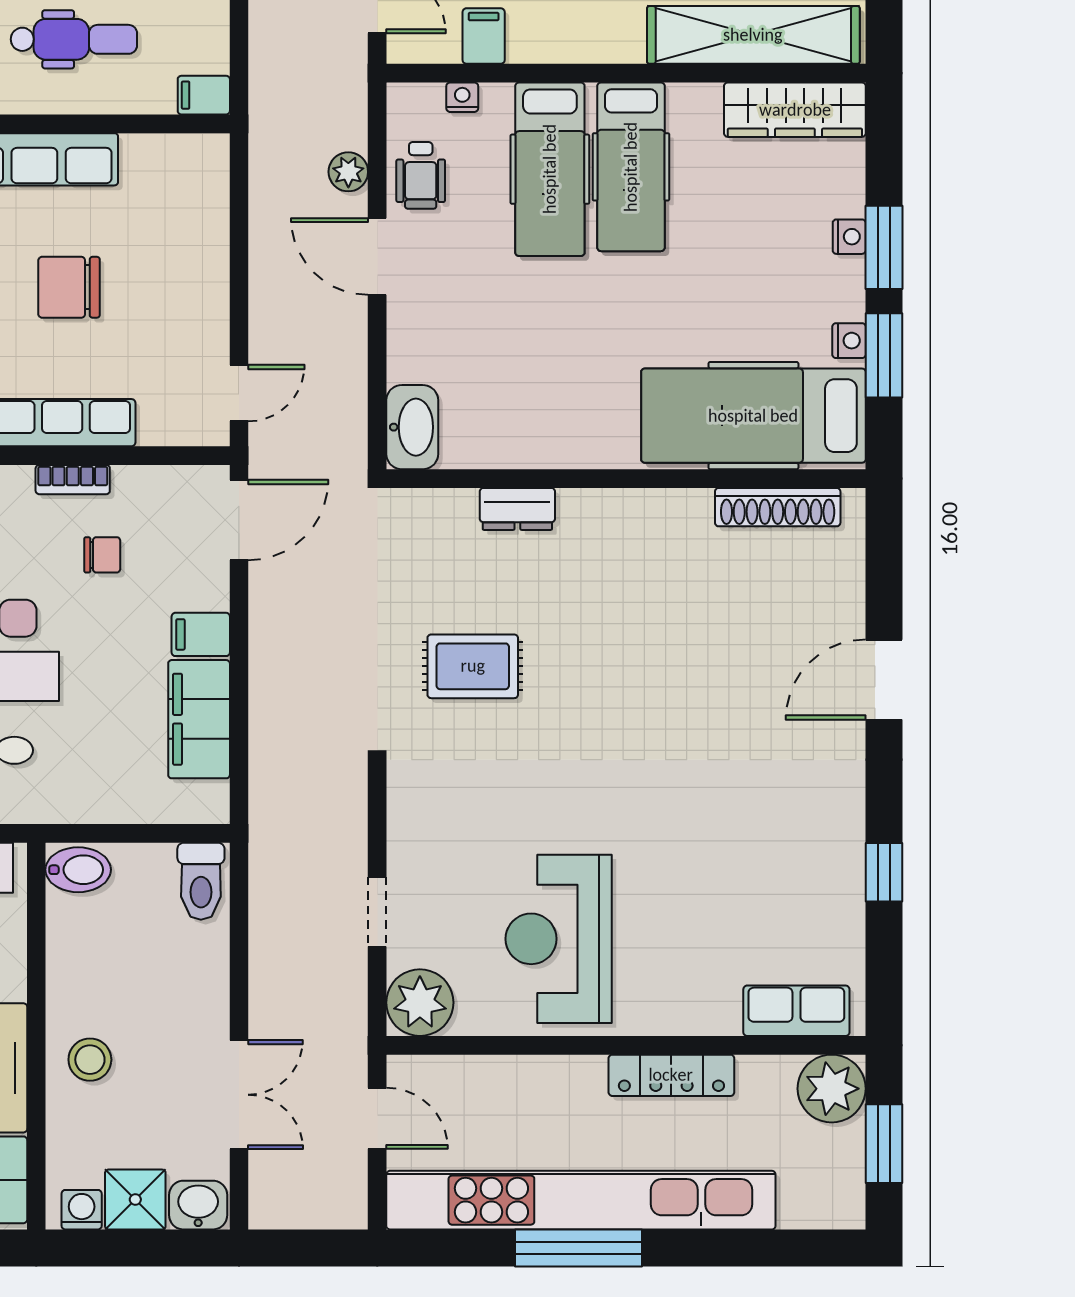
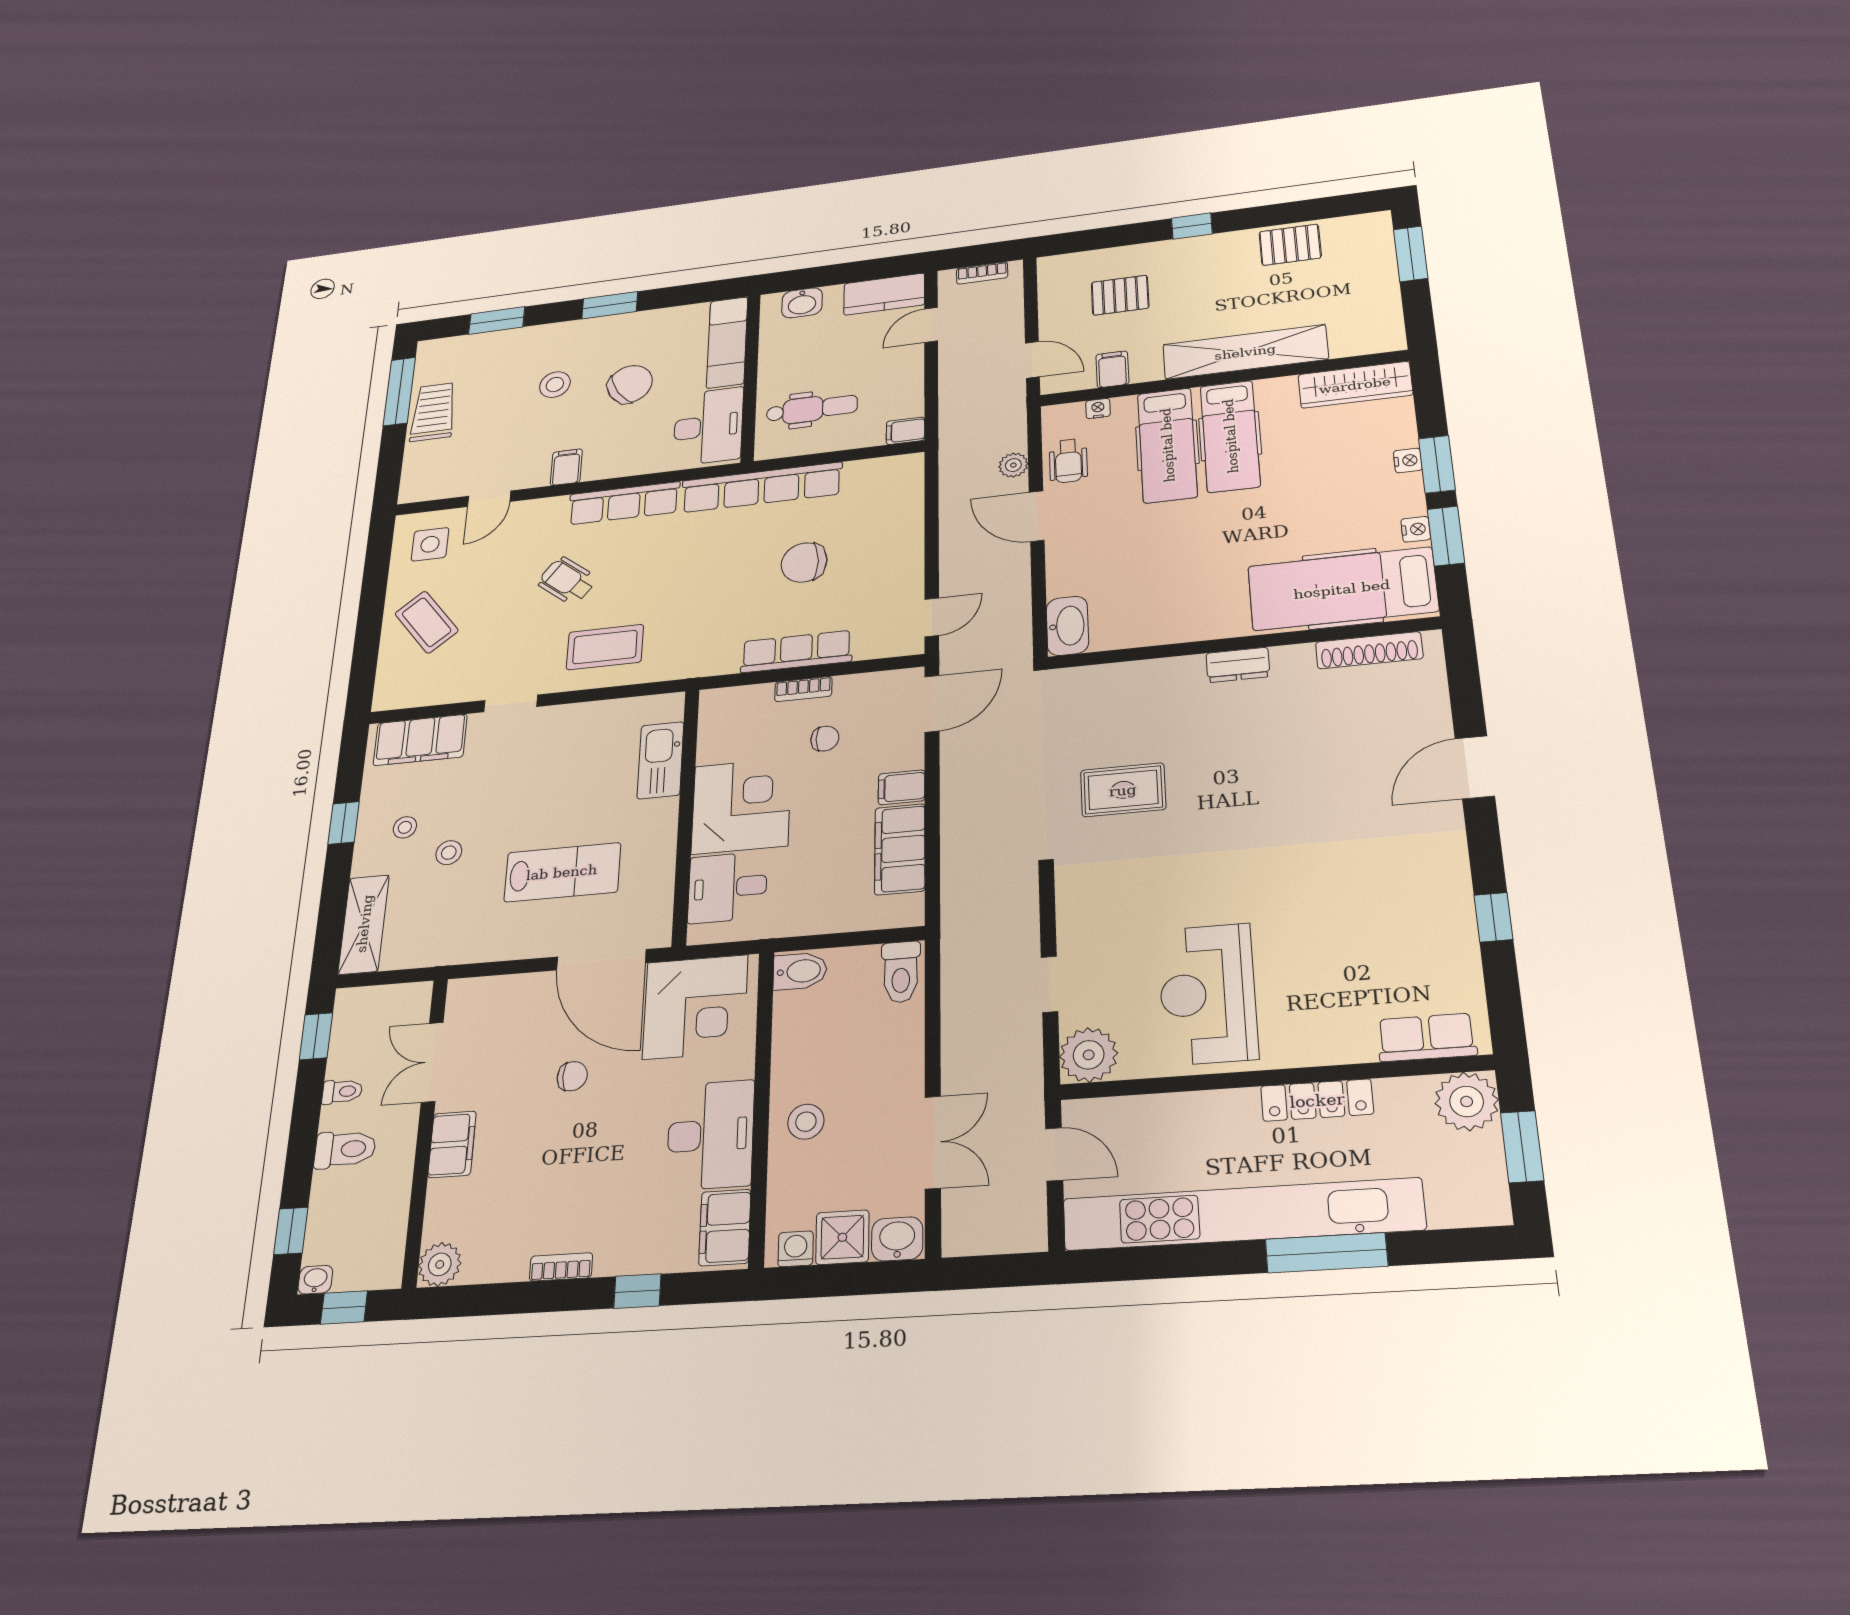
shelving: (753, 35) -> (1245, 352), moved
dresser: (517, 509) -> (1238, 665), moved
window: (579, 1248) -> (1326, 1253), moved

